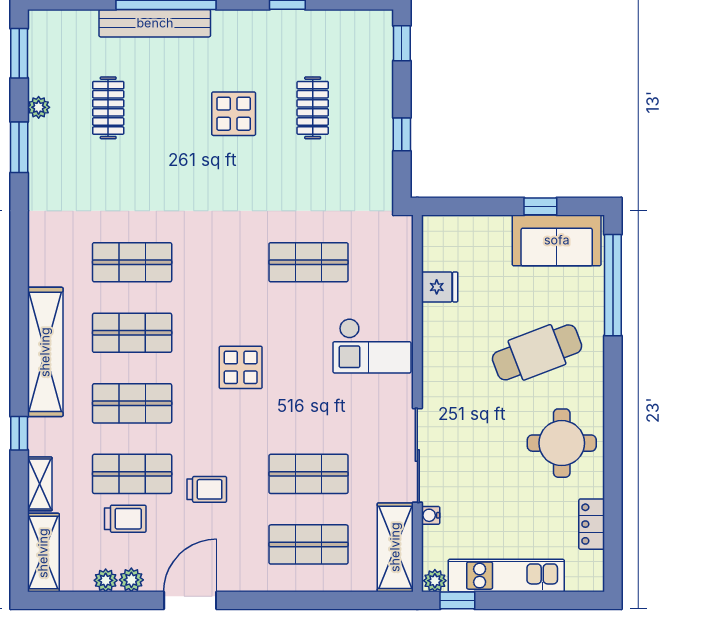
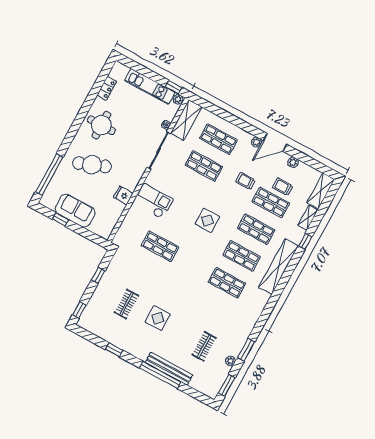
sofa: (557, 240) -> (75, 211), moved
fridge: (440, 287) -> (123, 195), moved
plant: (106, 580) -> (256, 142), moved

